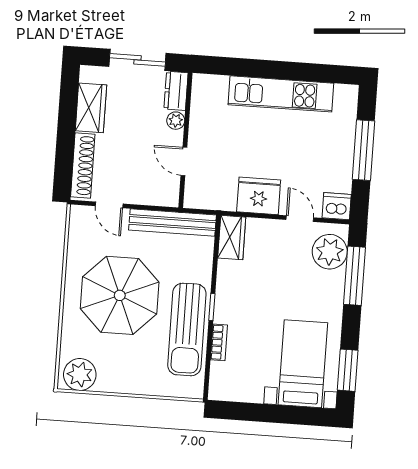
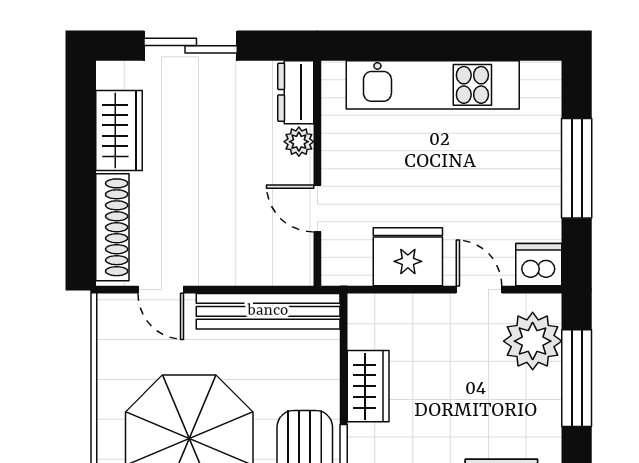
dresser: (176, 91) -> (296, 92), moved
plant: (176, 121) -> (299, 142), moved
wall: (185, 140) -> (317, 173), moved
door: (184, 161) -> (317, 209), moved
wardrobe: (232, 238) -> (368, 386), moved

